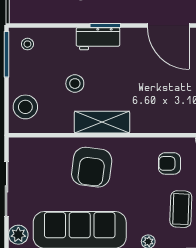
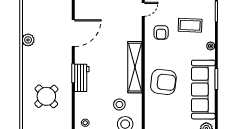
stool: (75, 84) -> (119, 104), moved
shelving: (102, 122) -> (135, 67), width x1.47

